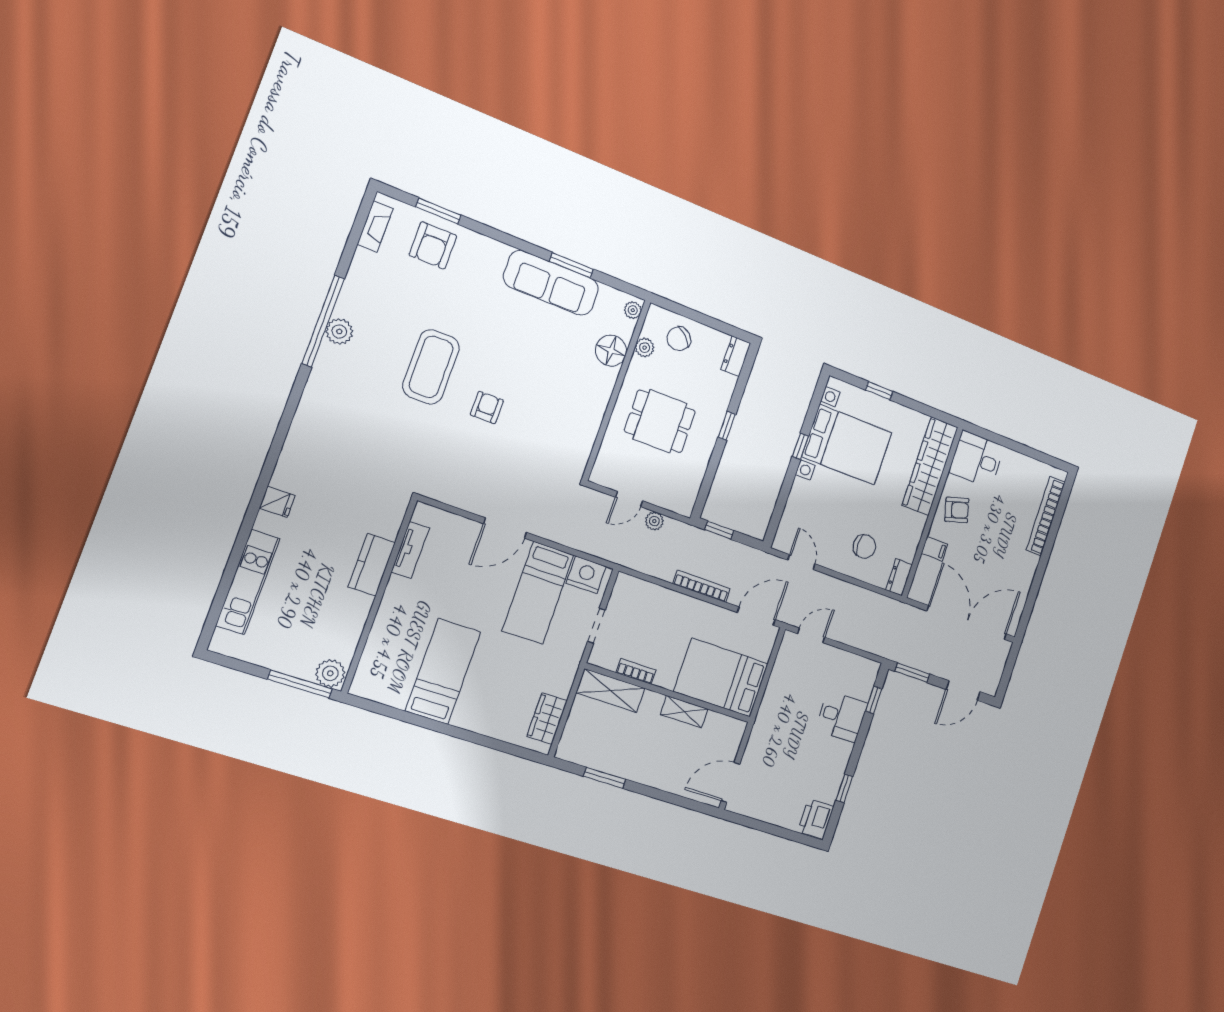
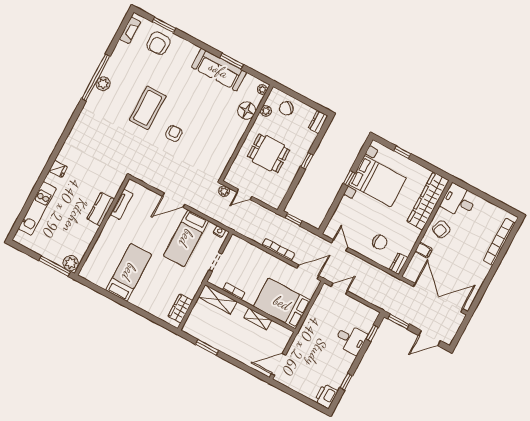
armchair: (957, 510) -> (441, 229), turned 127
plant: (654, 521) -> (224, 191), moved
nightstand: (586, 575) -> (219, 232), width x0.53, depth x0.56

